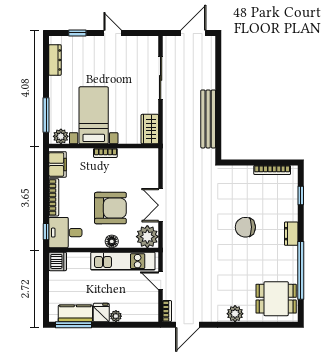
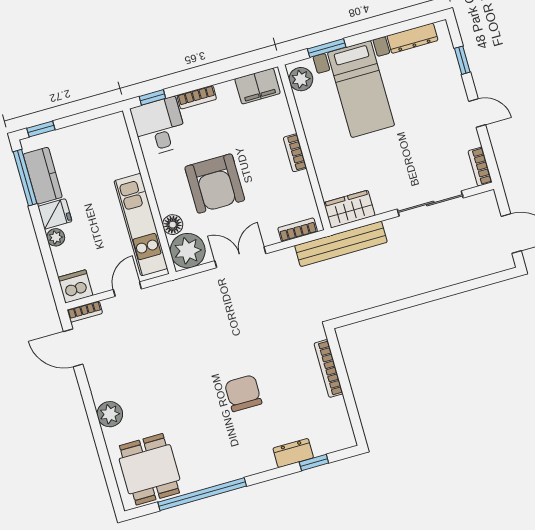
door: (113, 33) -> (477, 113), hinge flipped
bookcase: (146, 41) -> (480, 167), added
window: (46, 115) -> (327, 48), width x0.69
bed with nightstands: (94, 115) -> (361, 89), moved, turned 90
bench: (208, 119) -> (341, 244), moved
bookcase: (154, 165) -> (298, 230), added
bookcase: (272, 170) -> (329, 368), moved
bookcase: (54, 197) -> (197, 97), width x0.64
dresser: (291, 234) -> (293, 453), moved
floor lamp: (112, 241) -> (173, 225), moved
dishwasher: (58, 261) -> (75, 286), moved, turned 180
window: (46, 306) -> (41, 129), added

